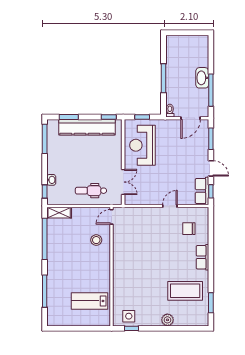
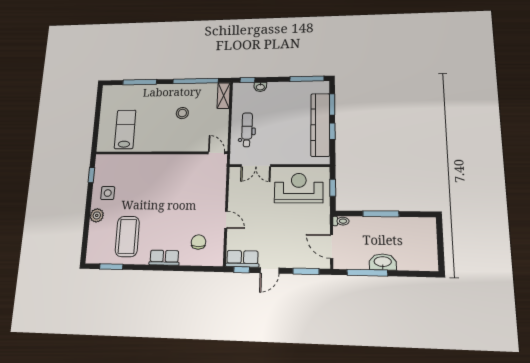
window: (109, 117) -> (332, 131), moved
stool: (96, 240) -> (182, 113), moved
side table: (129, 316) -> (108, 193), moved

